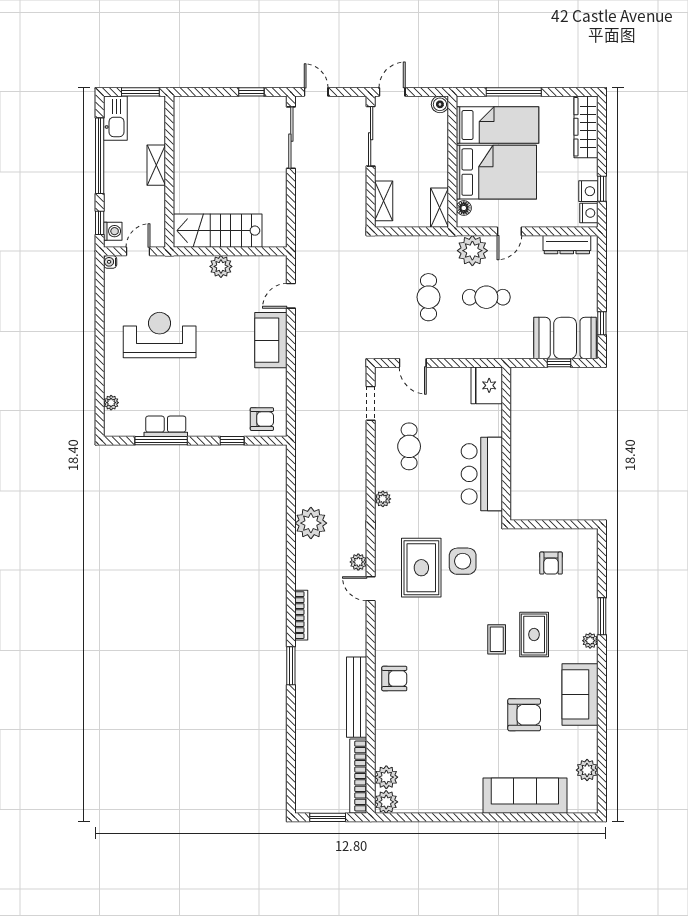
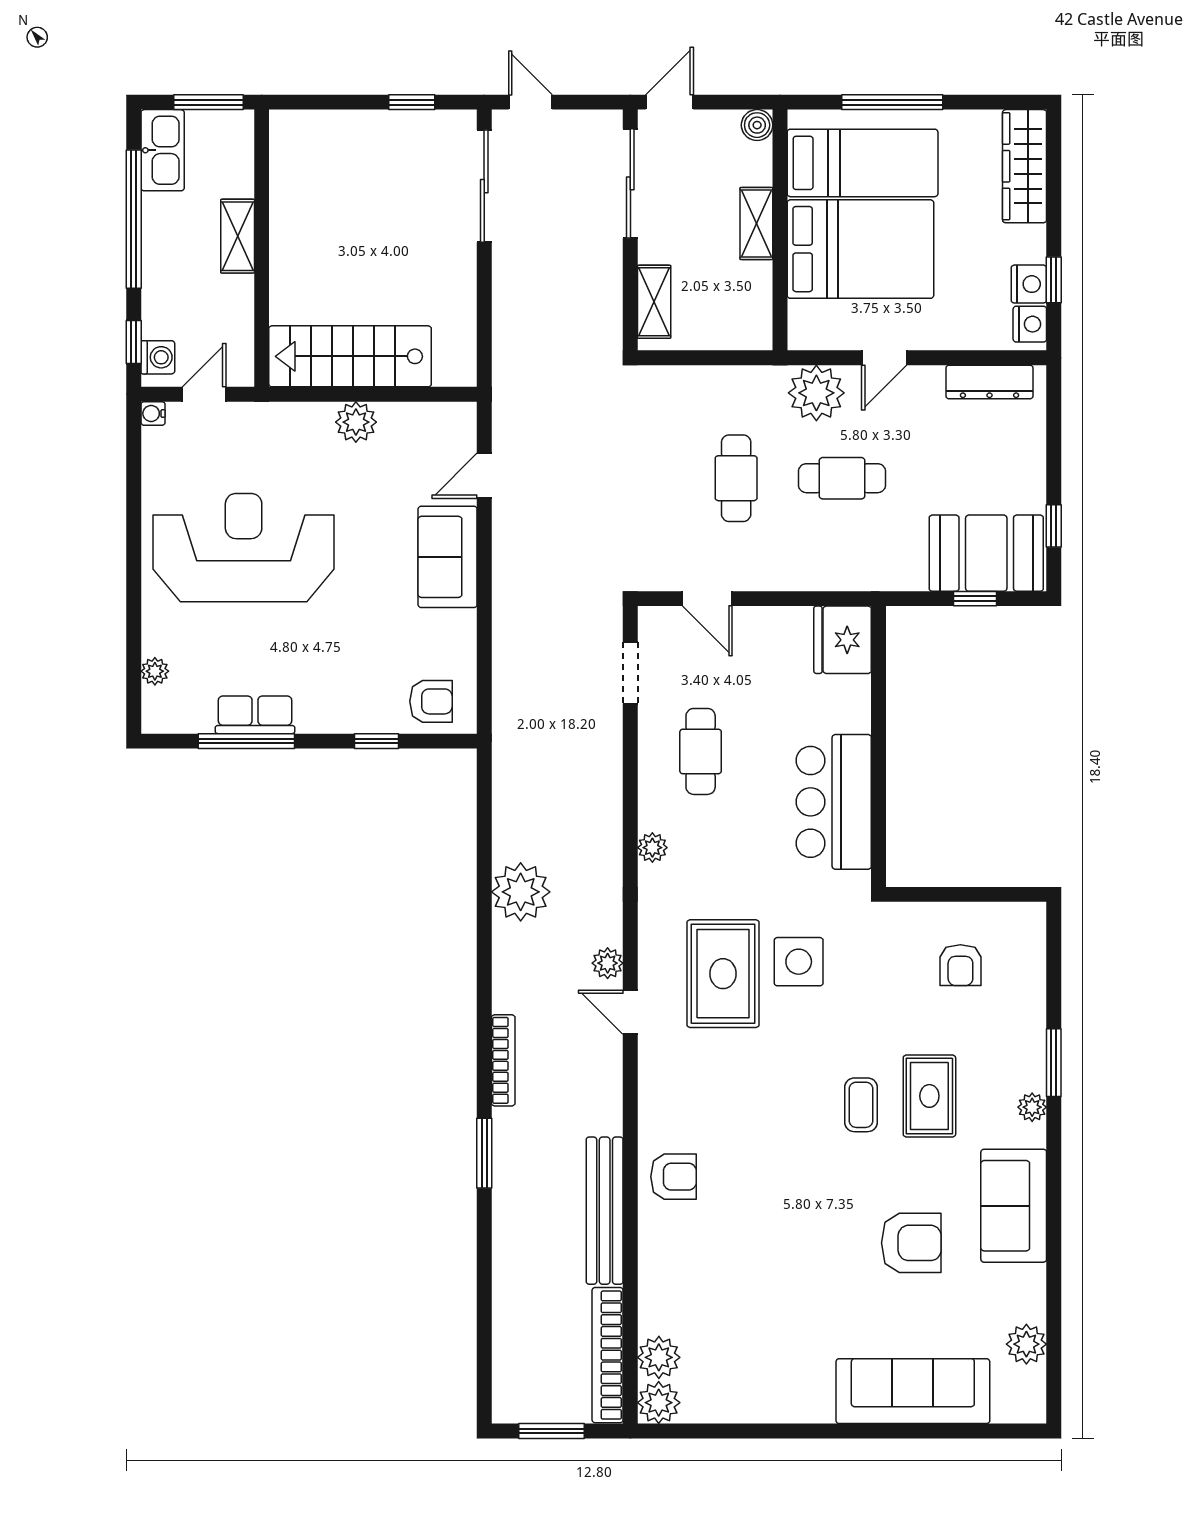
shelving: (440, 208) -> (756, 223), moved
floor lamp: (464, 208) -> (801, 315), removed
reception desk: (160, 335) -> (244, 548), width x1.36, depth x1.30

